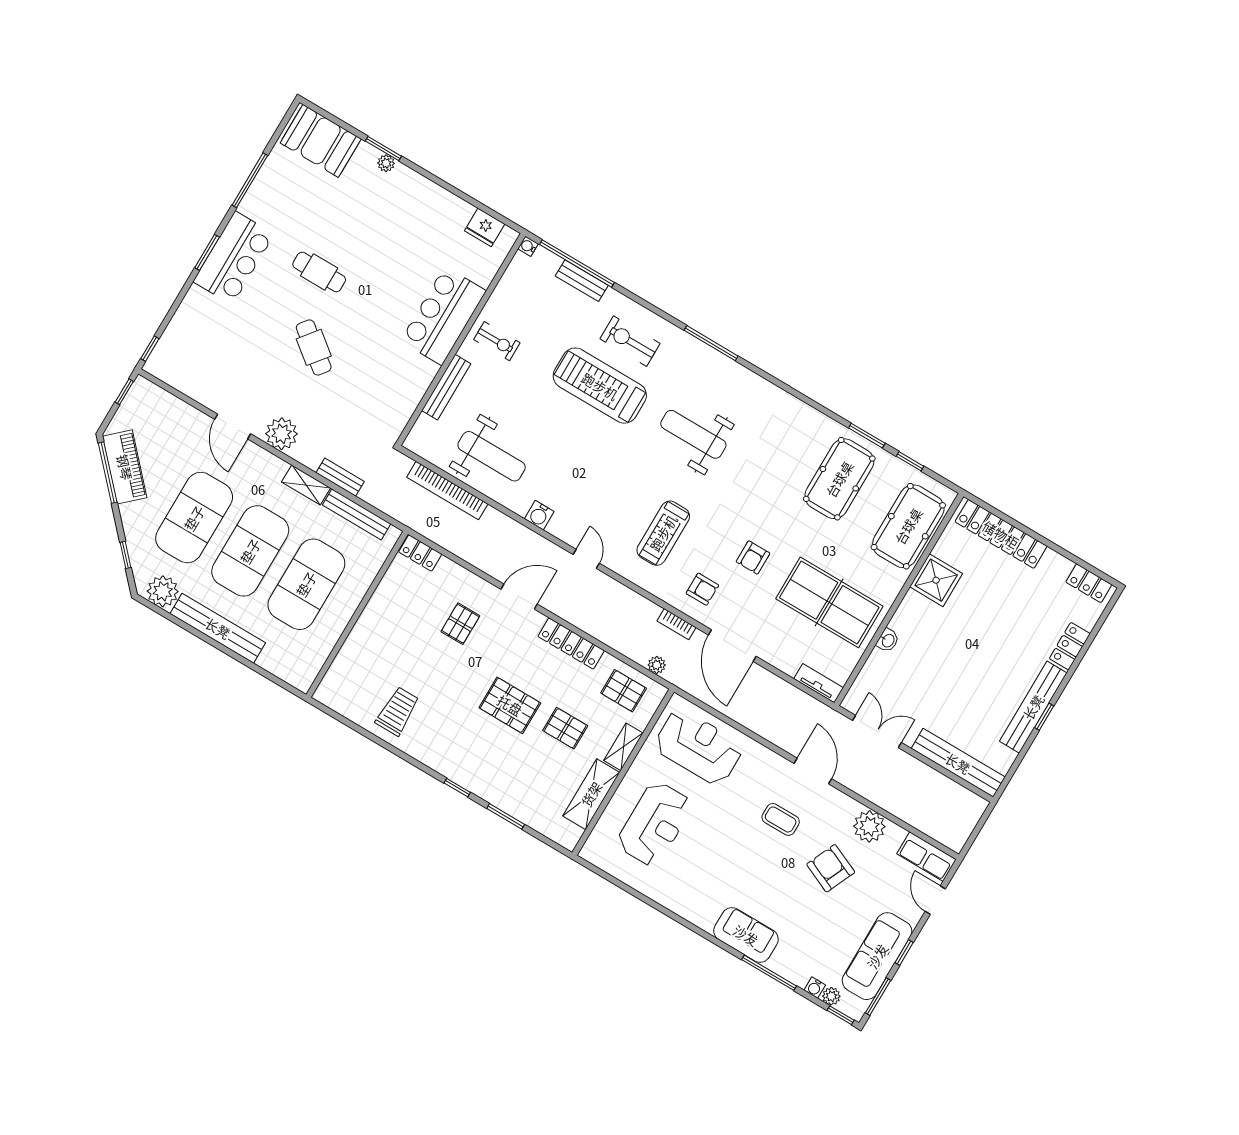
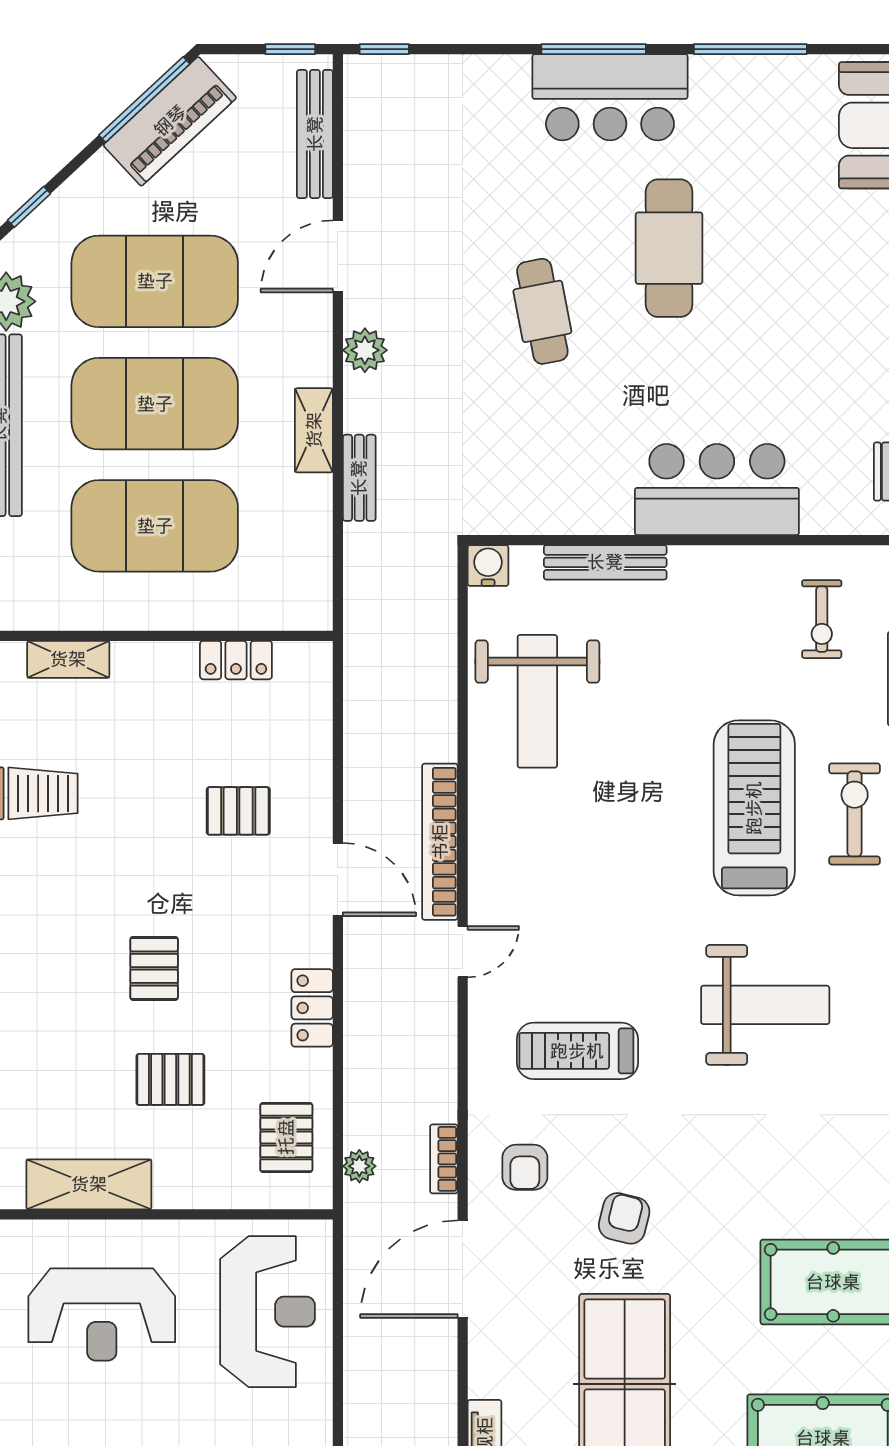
window: (207, 252) -> (594, 49), width x1.44
cafe table: (319, 272) -> (669, 248), width x1.37, depth x1.35
exercise bike: (497, 341) -> (822, 619), moved
cafe table: (314, 347) -> (542, 311), turned -49
plant: (282, 434) -> (365, 350), width x0.73, depth x0.73
weight bench: (693, 434) -> (765, 1005), turned 90
bookcase: (447, 491) -> (440, 842), moved
bench: (357, 514) -> (315, 134), moved
water cooler: (539, 515) -> (488, 566), moved, turned 90
locker: (420, 553) -> (236, 660), moved, turned -90
armchair: (753, 557) -> (624, 1218), turned 104
locker: (571, 643) -> (312, 1008), width x0.66
pallet: (510, 705) -> (154, 968), width x0.67, depth x0.71
pallet: (565, 728) -> (170, 1079), turned 90
shelving: (623, 747) -> (68, 659), moved

